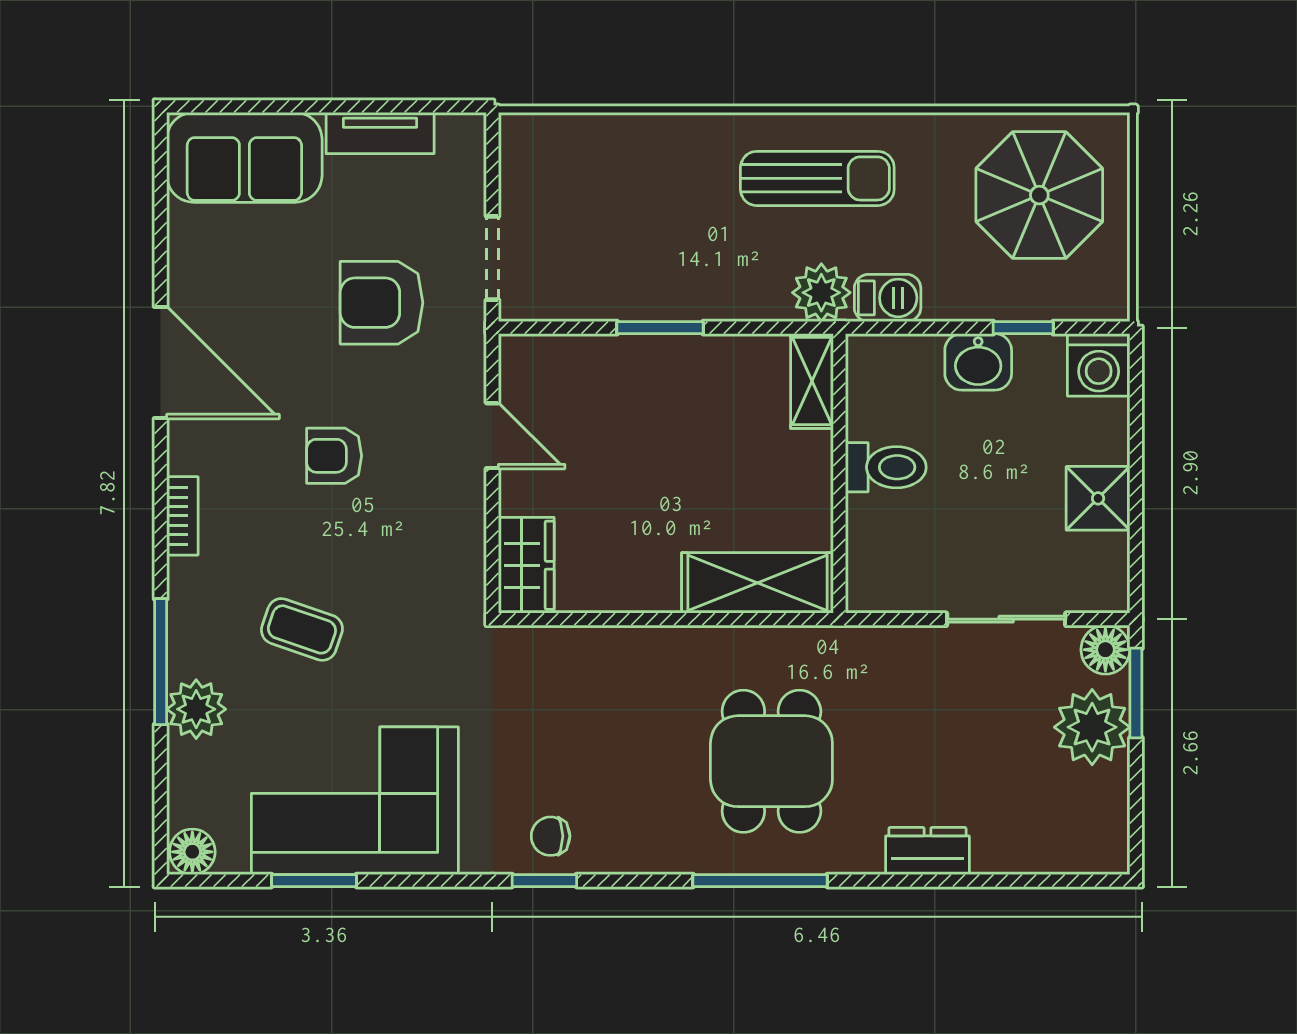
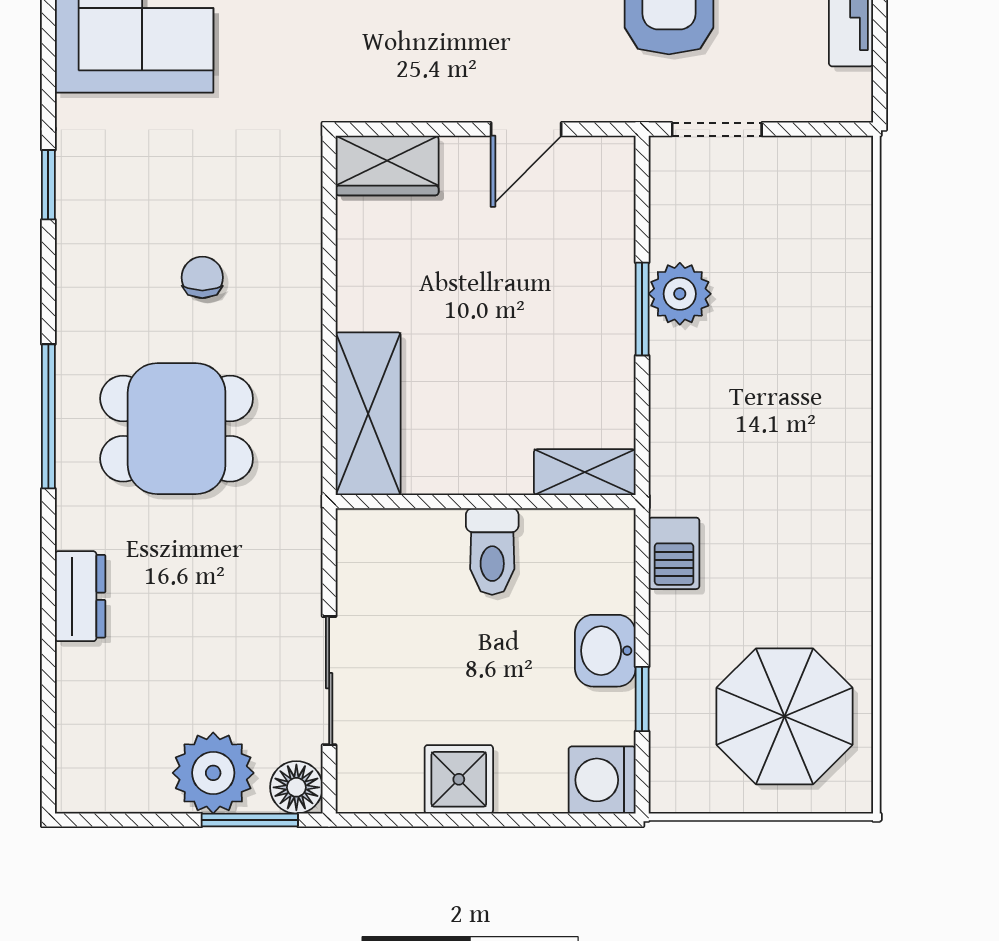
sun lounger: (817, 178) -> (802, 478), removed
plant: (821, 293) -> (680, 294), moved
chair: (551, 836) -> (202, 277), moved

